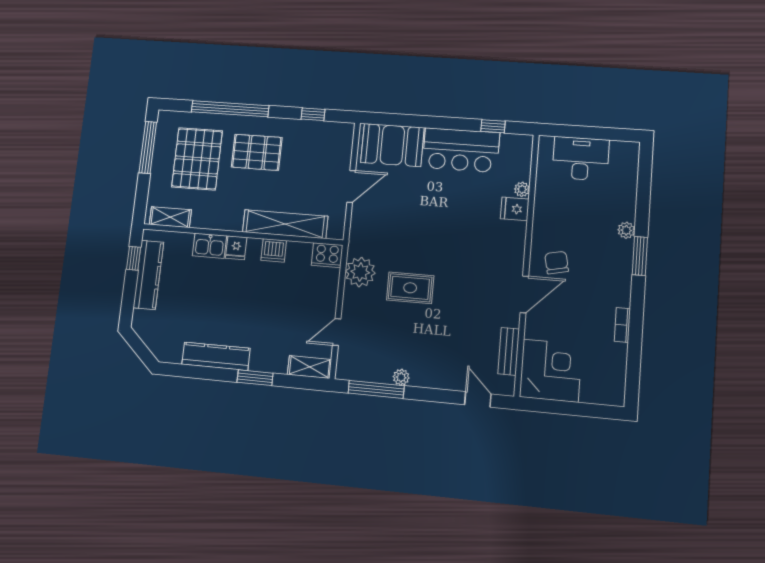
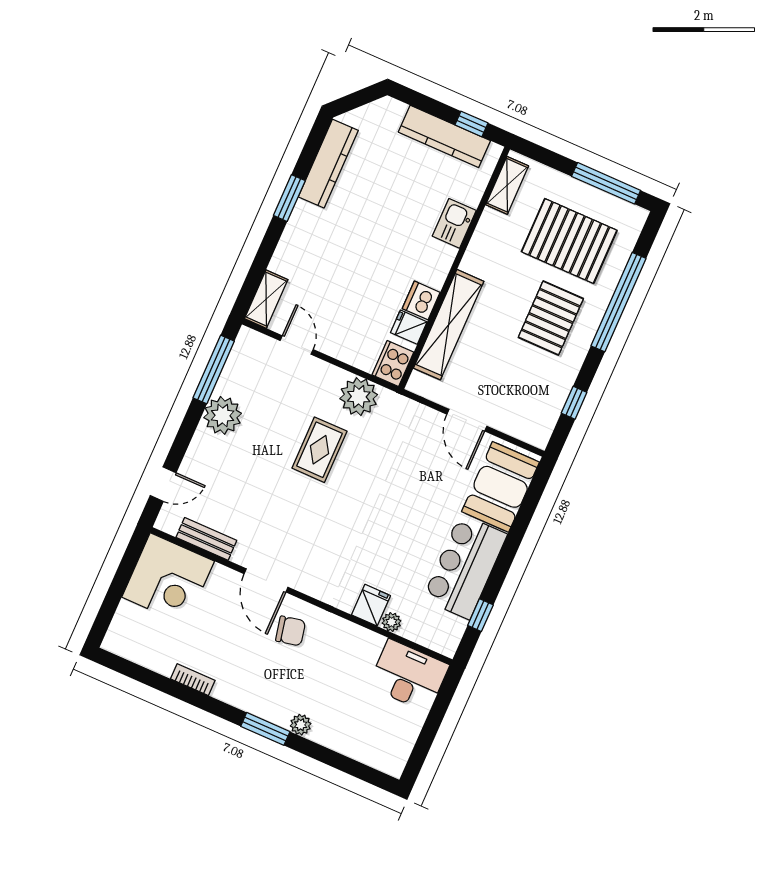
desk: (581, 159) -> (409, 676), moved, turned -90
fridge: (236, 248) -> (409, 327), moved
kitchen counter: (216, 356) -> (328, 164), moved
plant: (401, 377) -> (223, 415), width x1.88, depth x1.88
window: (255, 378) -> (289, 198), moved

